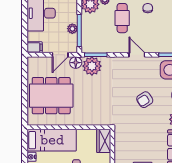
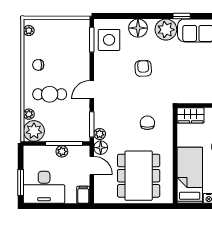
door: (137, 55) -> (92, 90), moved
plant: (92, 66) -> (100, 134), width x0.53, depth x0.53
armchair: (145, 100) -> (143, 68), turned -150
chair: (97, 103) -> (147, 123), added

